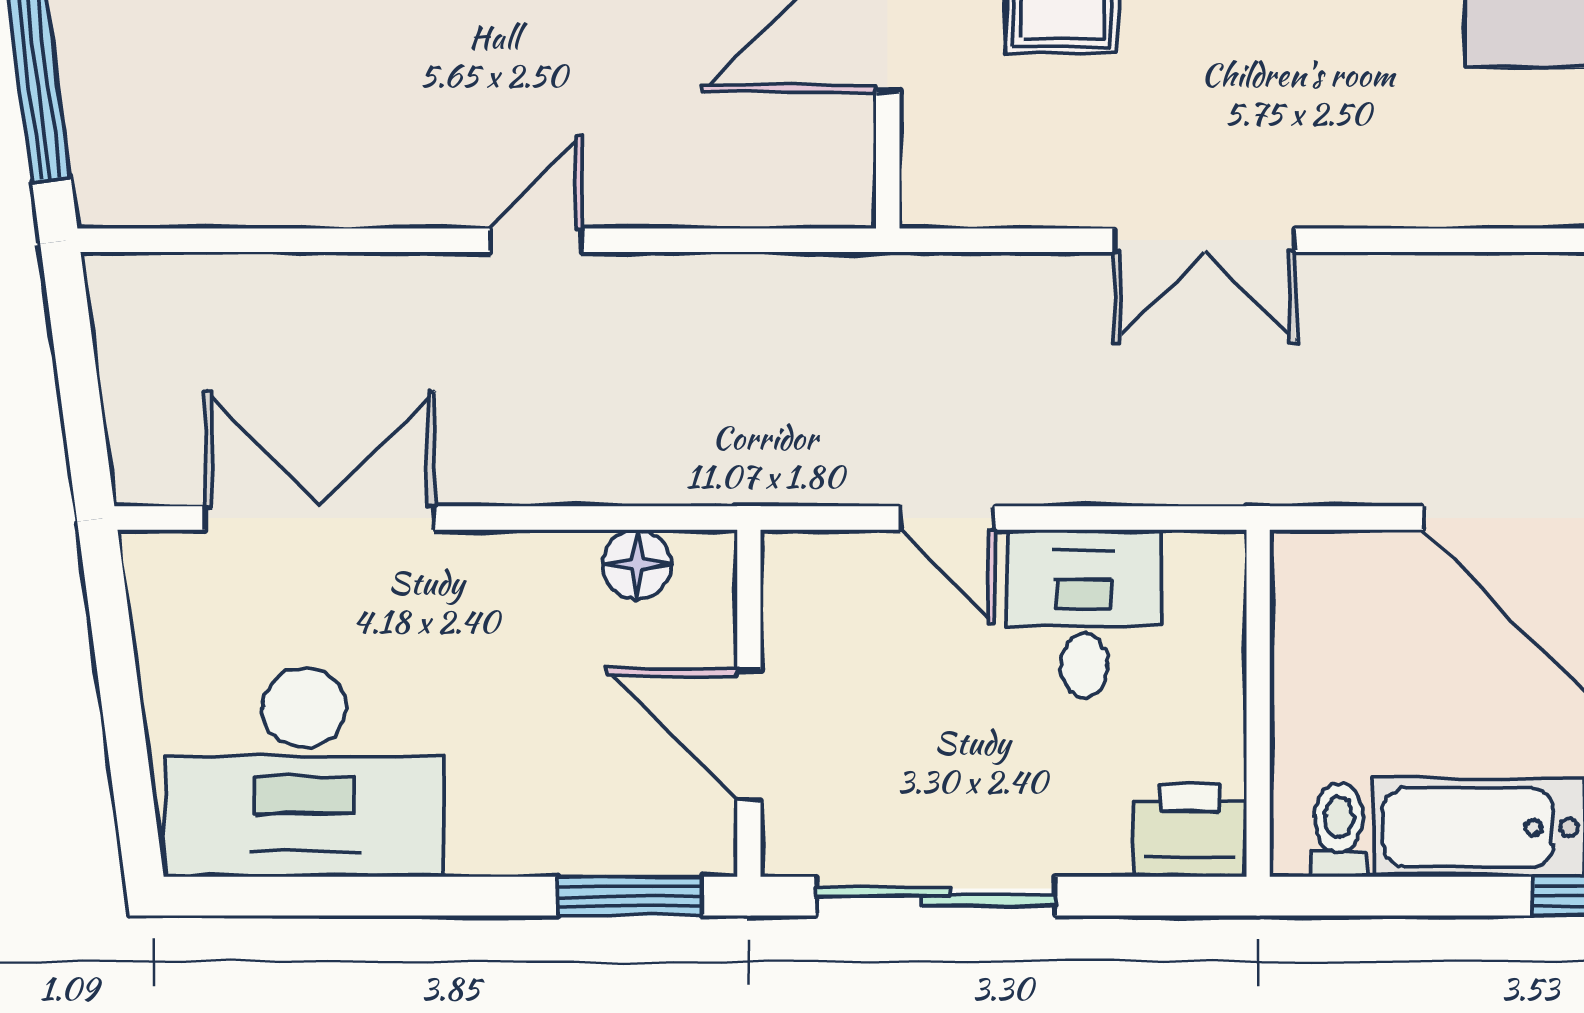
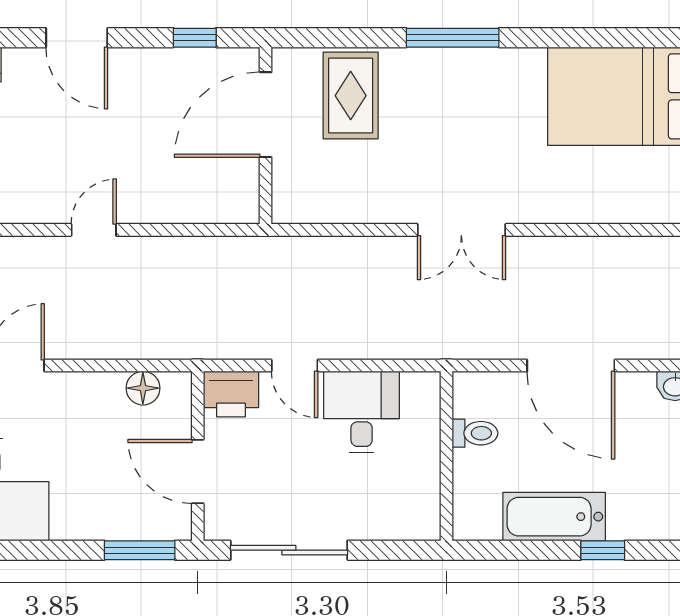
double door: (1205, 240) -> (461, 230), moved
printer: (1190, 830) -> (231, 394), moved, turned 180
toilet: (1339, 830) -> (475, 433), moved, turned 90

